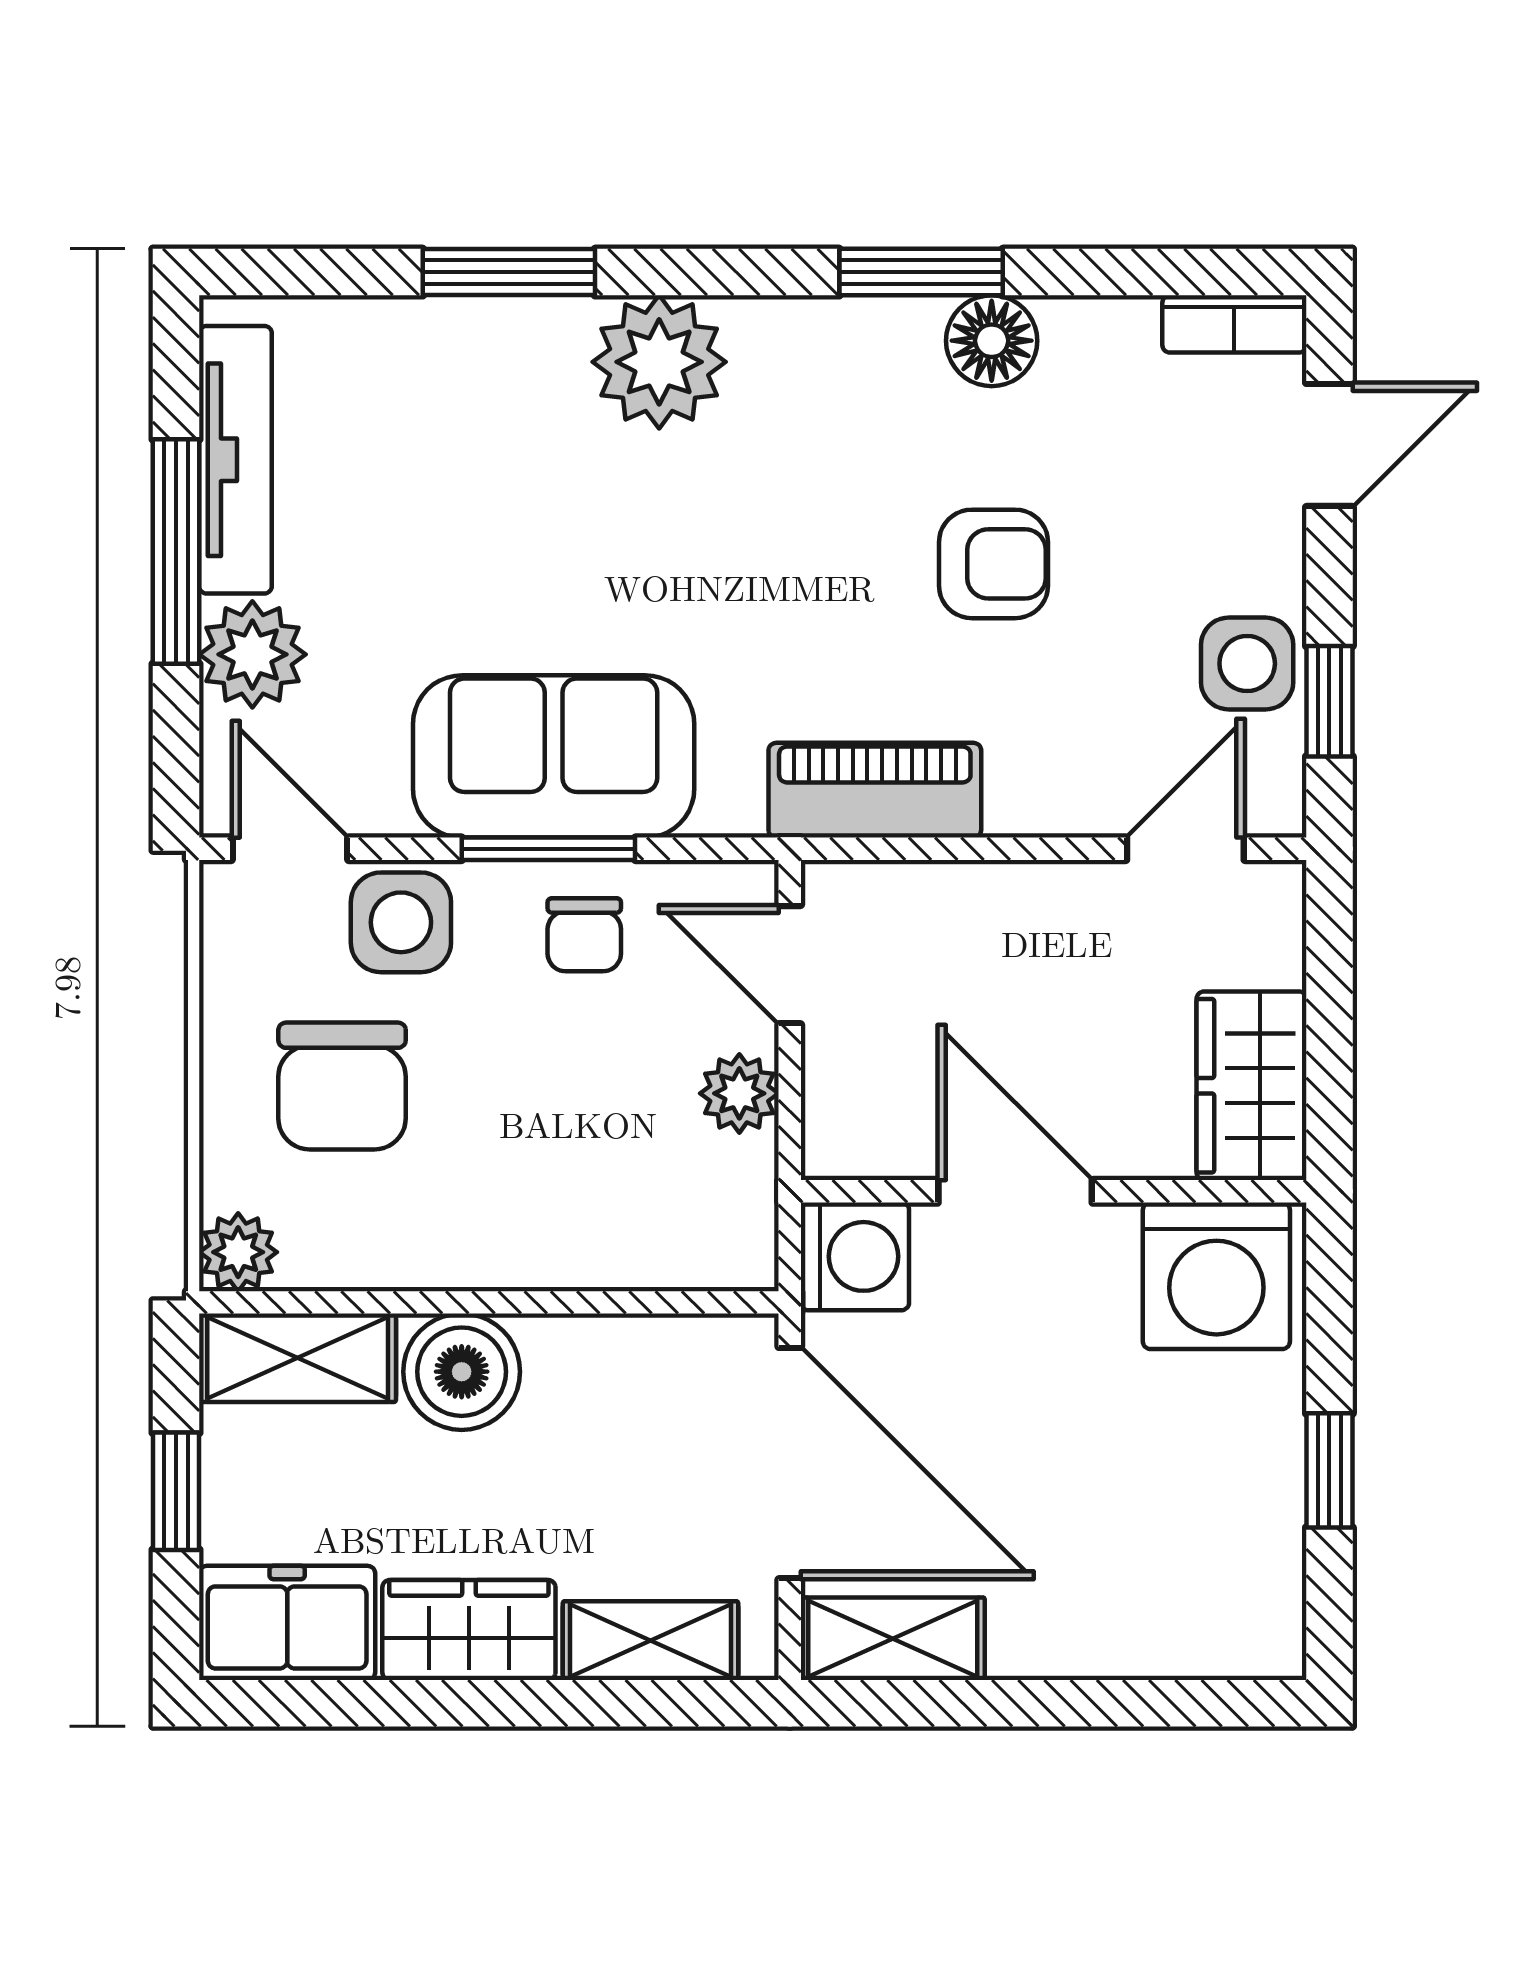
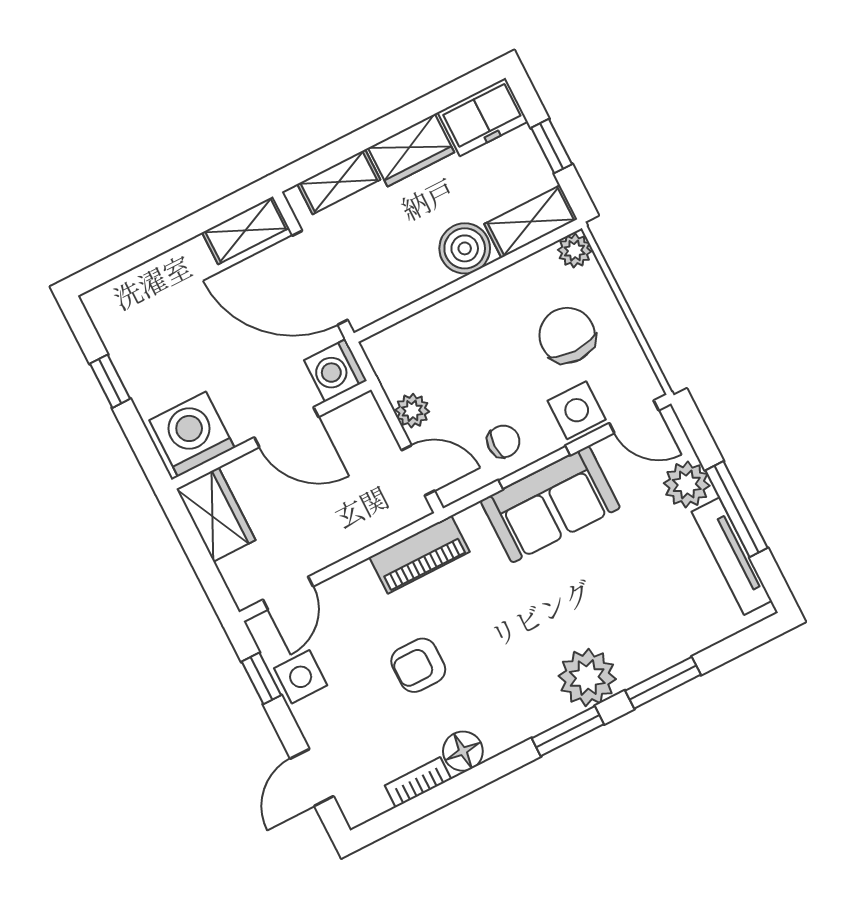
window: (921, 272) -> (568, 731), moved
bookcase: (1234, 324) -> (418, 782), moved
chair: (584, 935) -> (503, 441), turned 90

